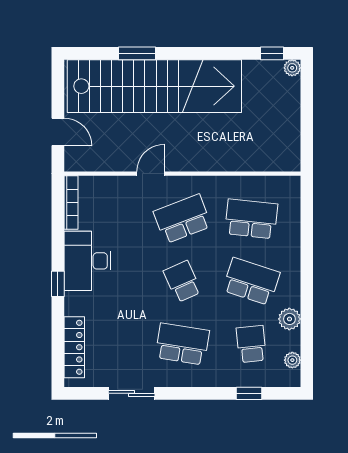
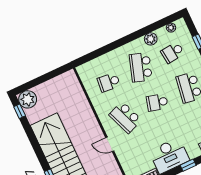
plant: (292, 68) -> (28, 99), width x1.88, depth x1.88
school desk: (251, 219) -> (109, 82), width x0.54
school desk: (182, 281) -> (157, 102), turned 39

